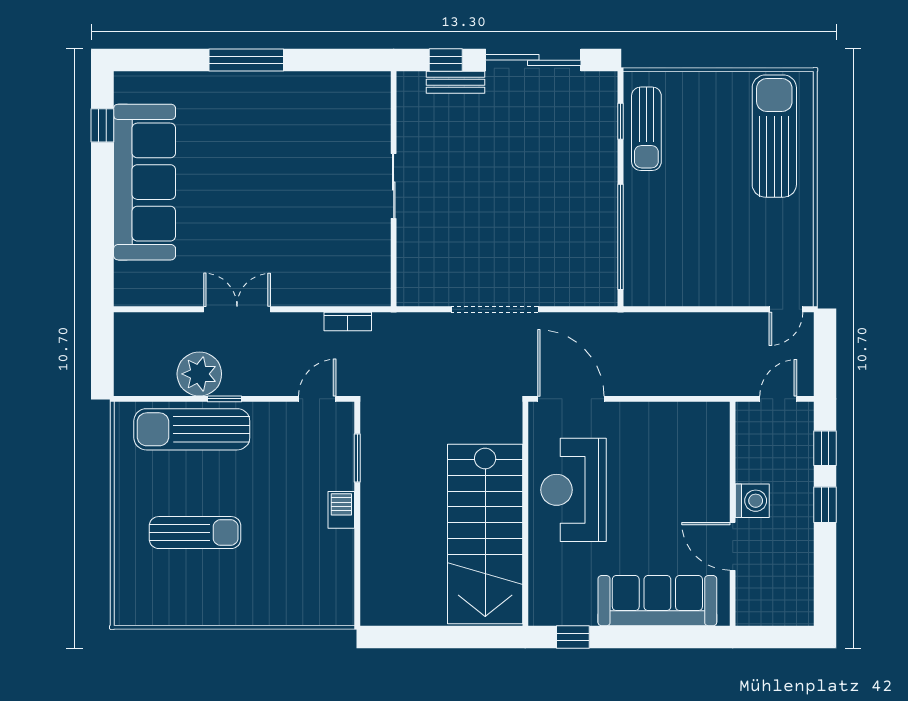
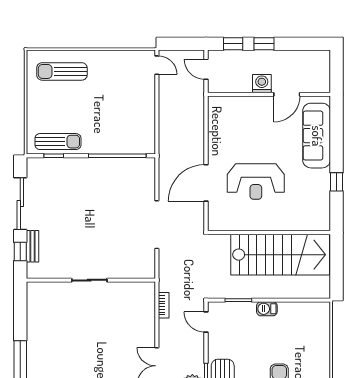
sun lounger: (774, 136) -> (62, 71), width x0.73, depth x0.75
wall: (525, 514) -> (269, 233), moved
stairs: (485, 534) -> (280, 255), moved

